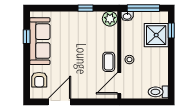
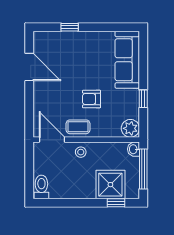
window: (27, 37) -> (70, 27), moved
sofa: (40, 41) -> (127, 60), moved, turned 90
armchair: (39, 80) -> (92, 99), moved

